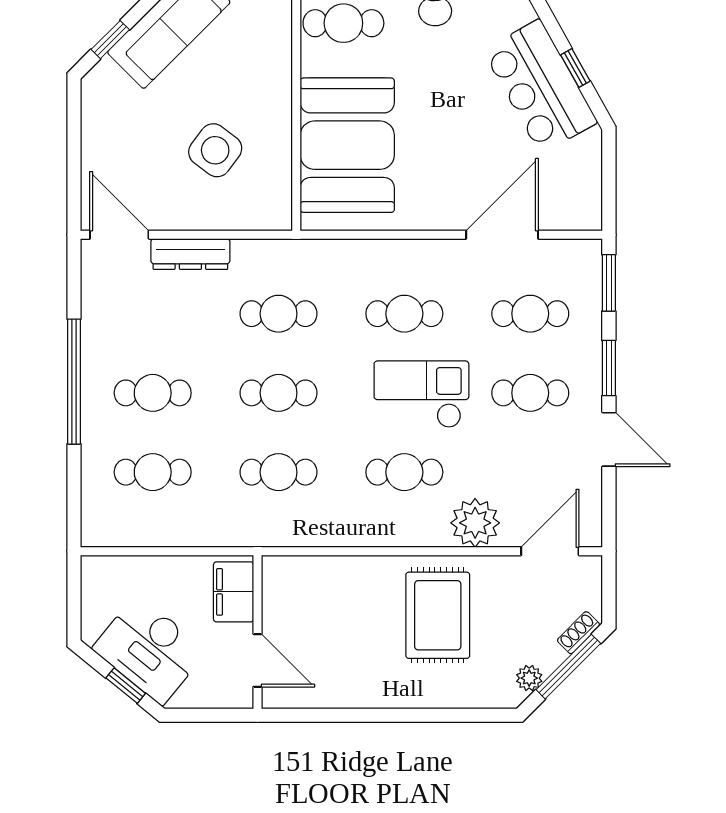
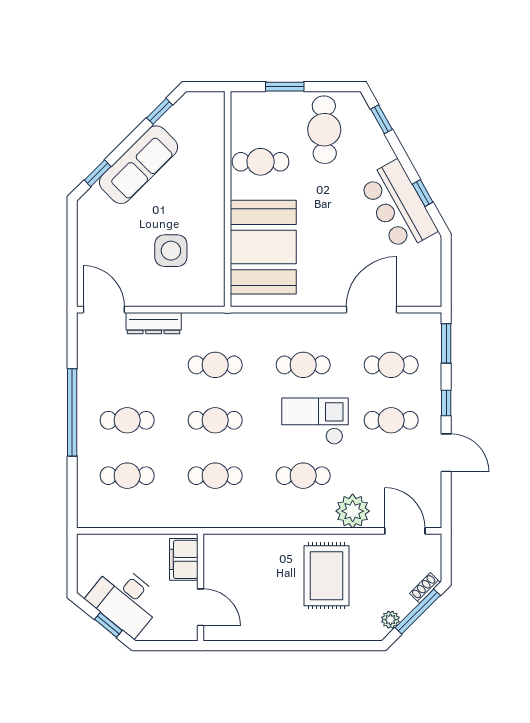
side table: (215, 150) -> (171, 251), turned -37
window: (609, 368) -> (446, 403), width x0.67
door: (550, 551) -> (405, 531), hinge flipped

